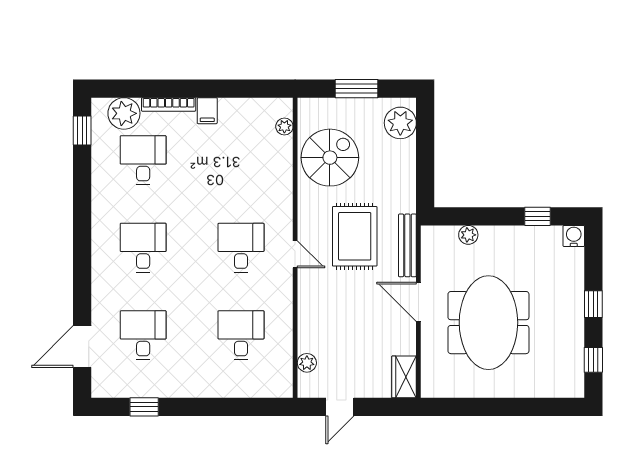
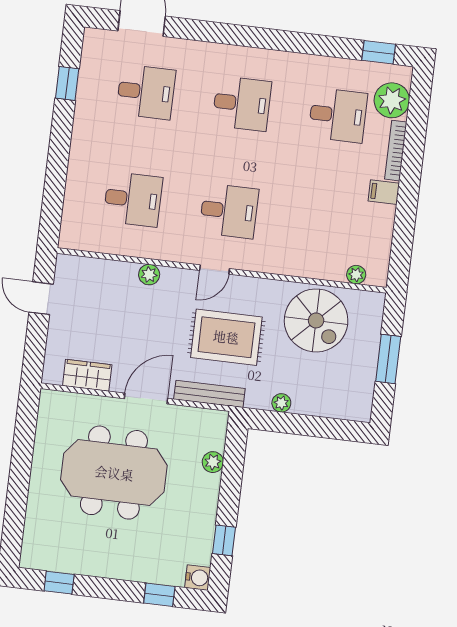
plant: (400, 123) -> (281, 403), moved, width x0.53, depth x0.53
window: (593, 304) -> (159, 595), moved
plant: (307, 363) -> (149, 275), moved
wardrobe: (404, 377) -> (87, 375), moved

